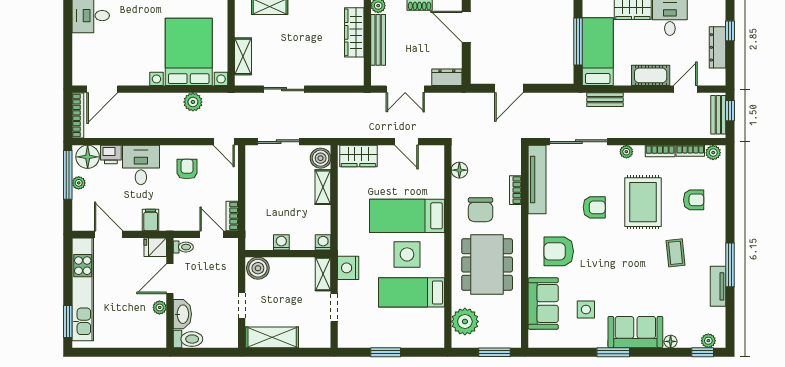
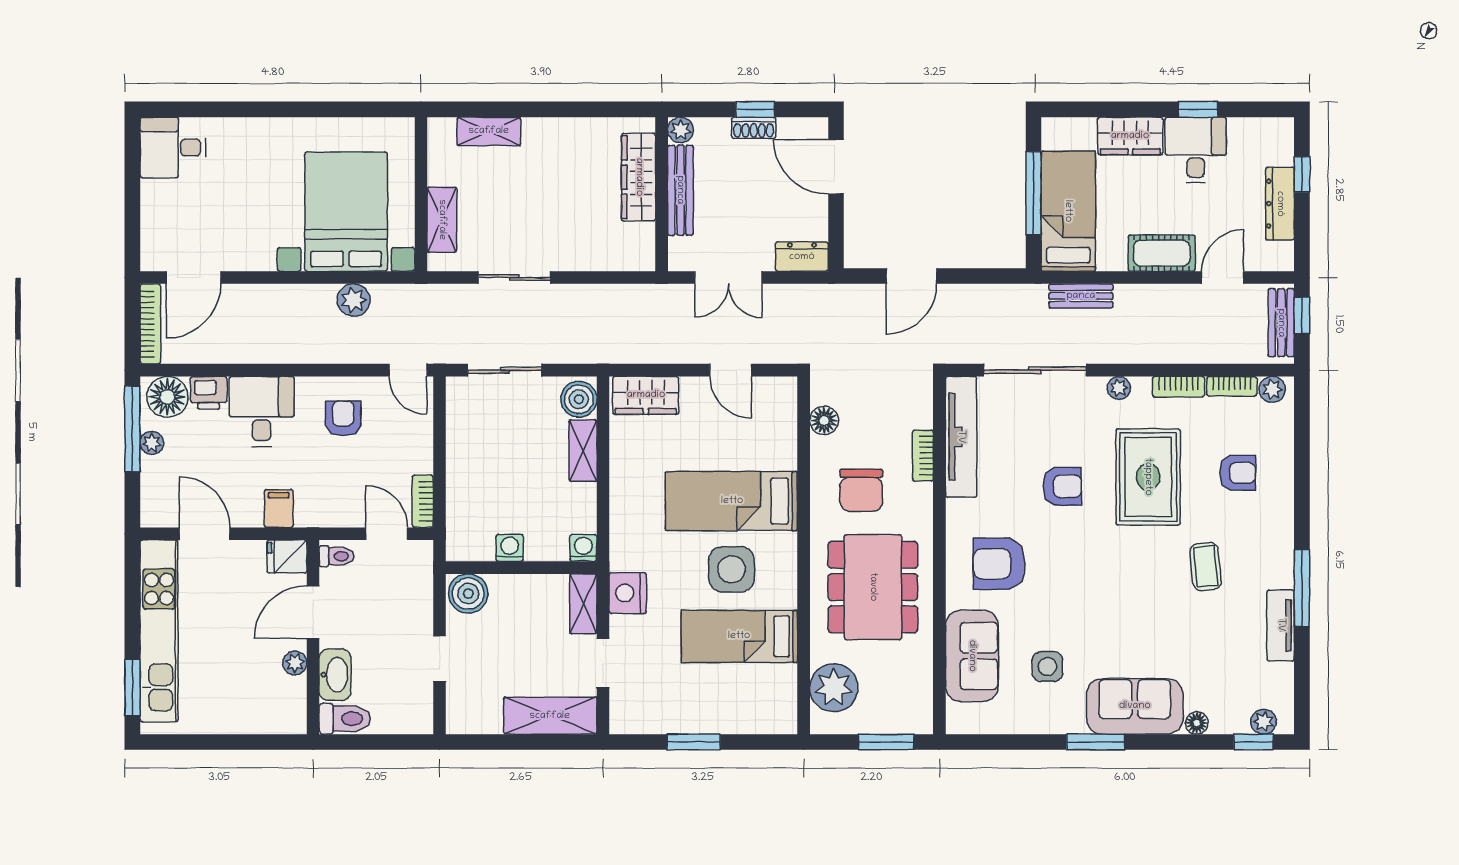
shelving: (272, 337) -> (550, 716), moved

